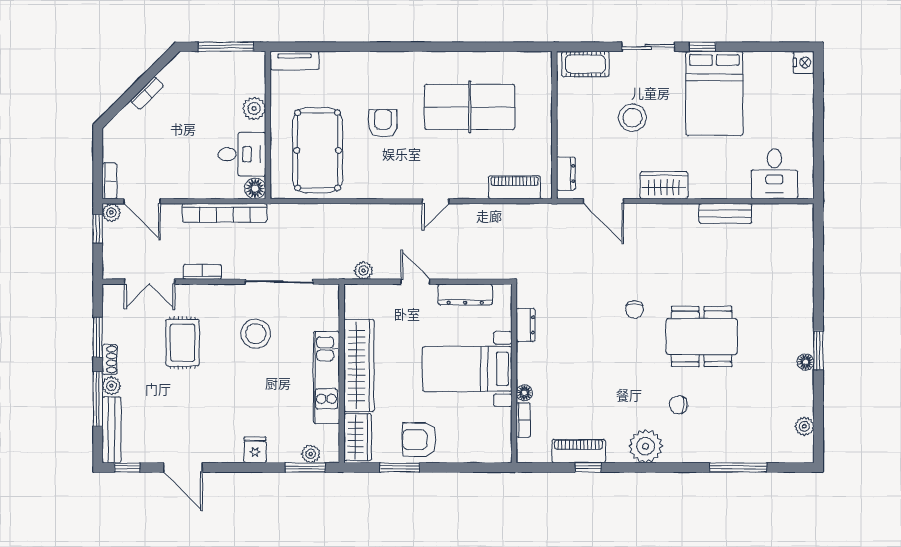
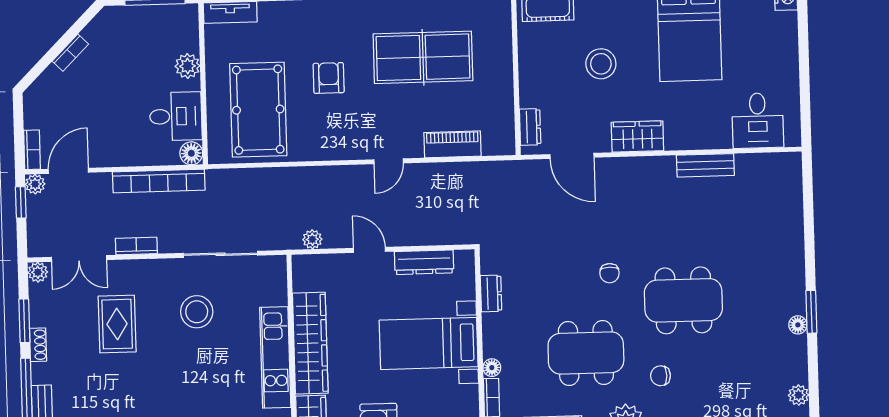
piano: (515, 187) -> (452, 144), moved
door: (142, 201) -> (68, 171), swing flipped
dining table: (611, 382) -> (586, 353), added
plant: (111, 386) -> (38, 272), moved

